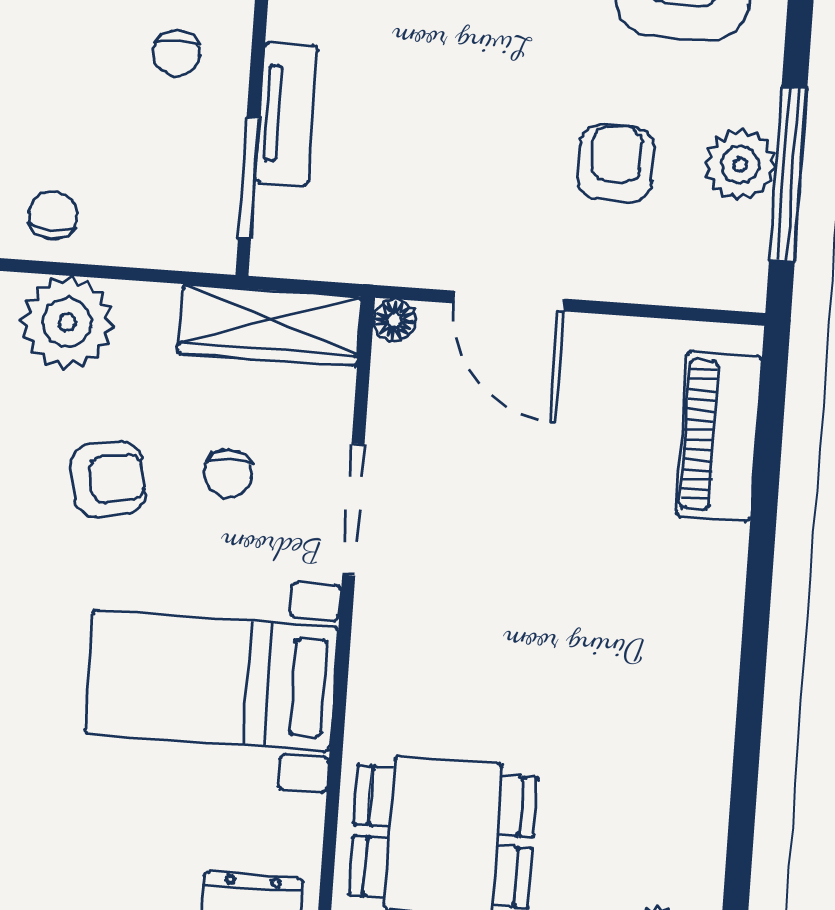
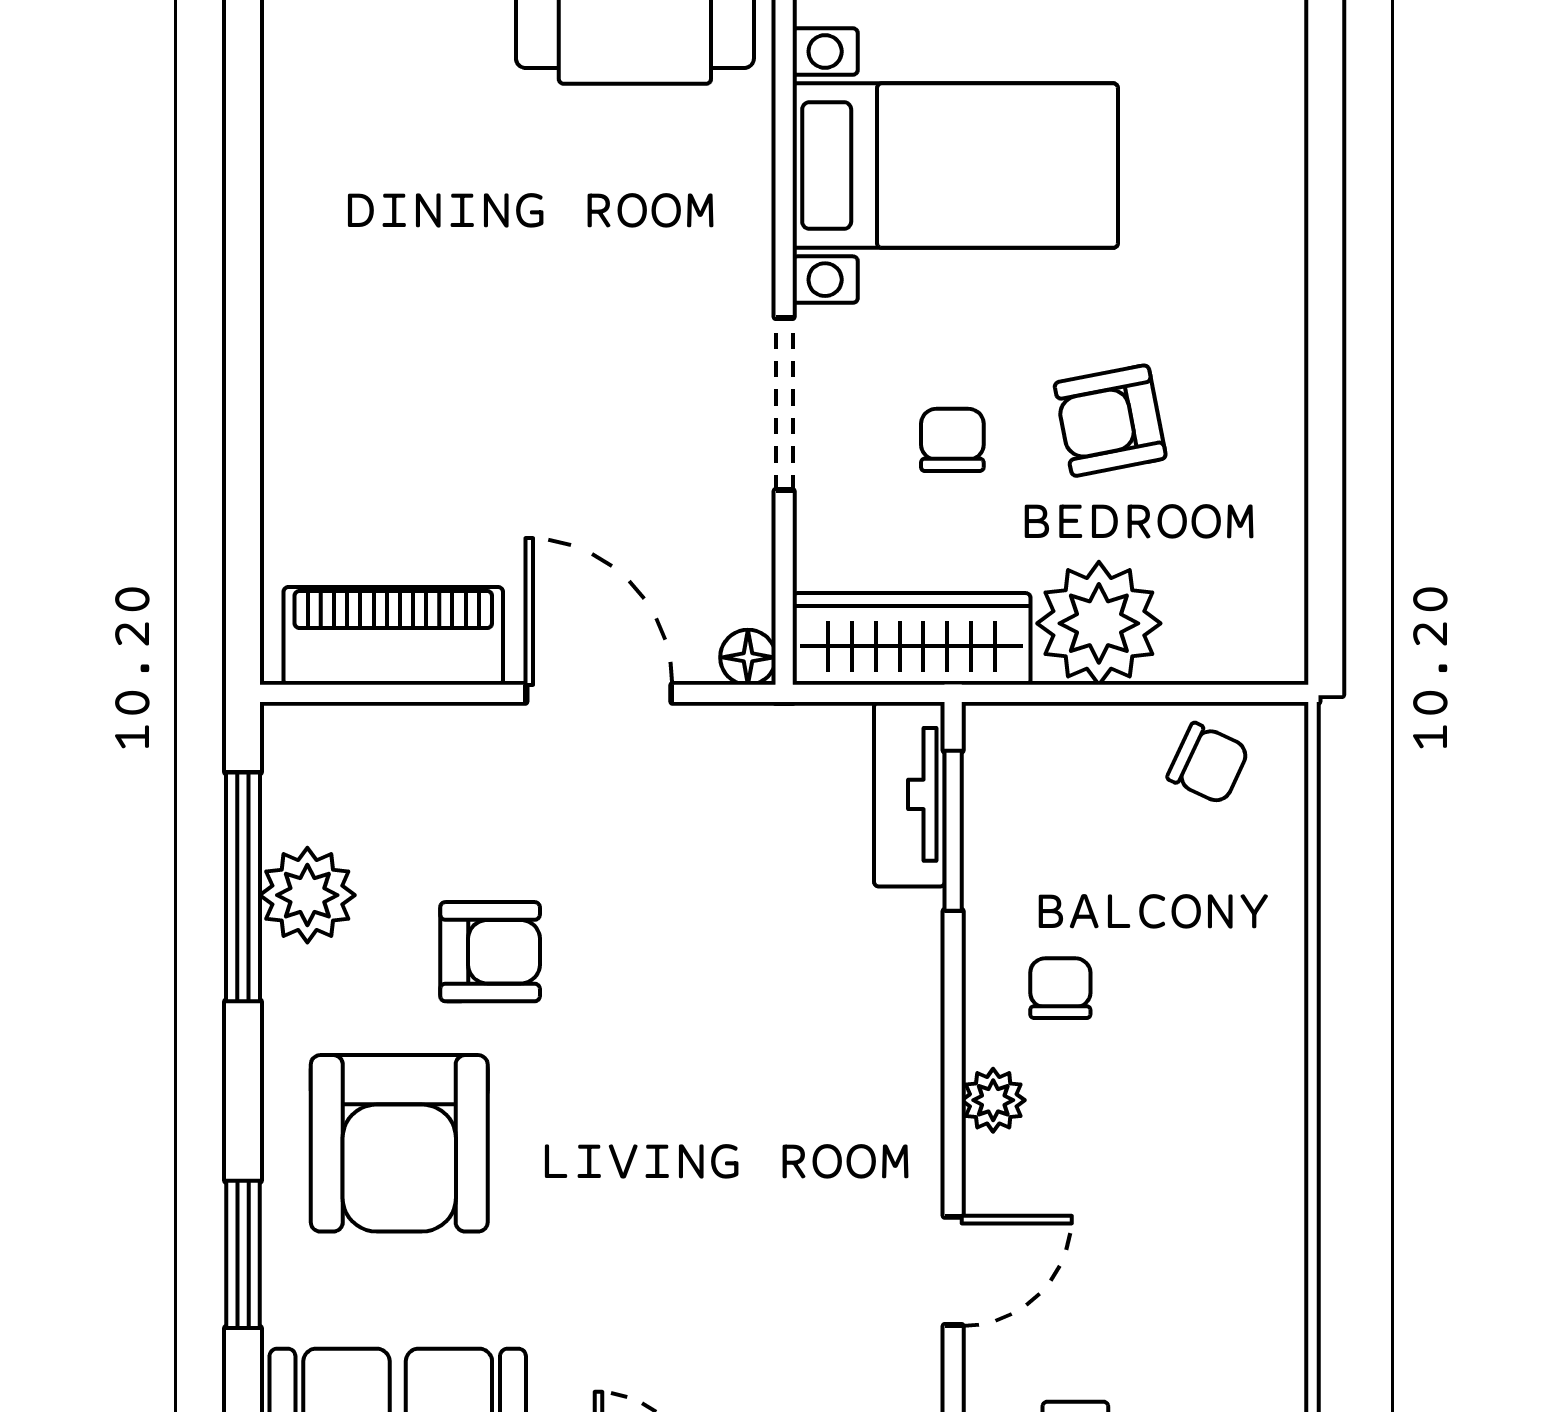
tv unit: (287, 114) -> (909, 794), moved
armchair: (616, 163) -> (490, 952), moved, turned -90
chair: (53, 215) -> (1208, 763), turned -65
plant: (67, 323) -> (1099, 623), moved
piano: (719, 436) -> (393, 636), moved, turned -90

